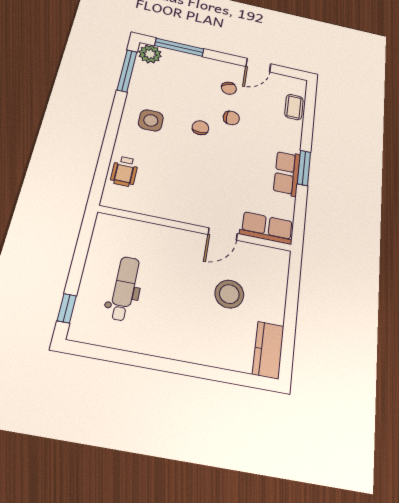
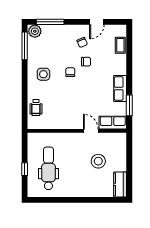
window: (304, 168) -> (129, 105), moved
door: (223, 234) -> (91, 131), swing flipped
dental chair: (124, 288) -> (48, 168), width x1.36, depth x1.38
window: (67, 308) -> (25, 169), moved

